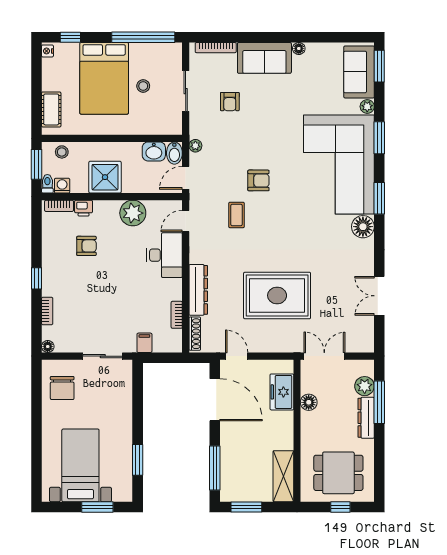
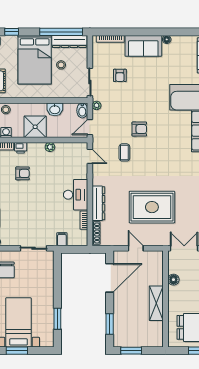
dresser: (155, 52) -> (69, 41), added
sliding door: (186, 91) -> (90, 82), moved
washbasin: (154, 151) -> (55, 109), moved
plant: (133, 213) -> (50, 147), width x0.53, depth x0.53
door: (186, 221) -> (90, 156), swing flipped
desk: (164, 255) -> (76, 195), moved
door: (237, 356) -> (136, 248), moved
freezer: (282, 392) -> (155, 273), removed
door: (215, 400) -> (110, 278), hinge flipped
window: (215, 468) -> (110, 324), width x0.69
shelving: (283, 476) -> (156, 303), moved
window: (97, 507) -> (17, 351), moved

